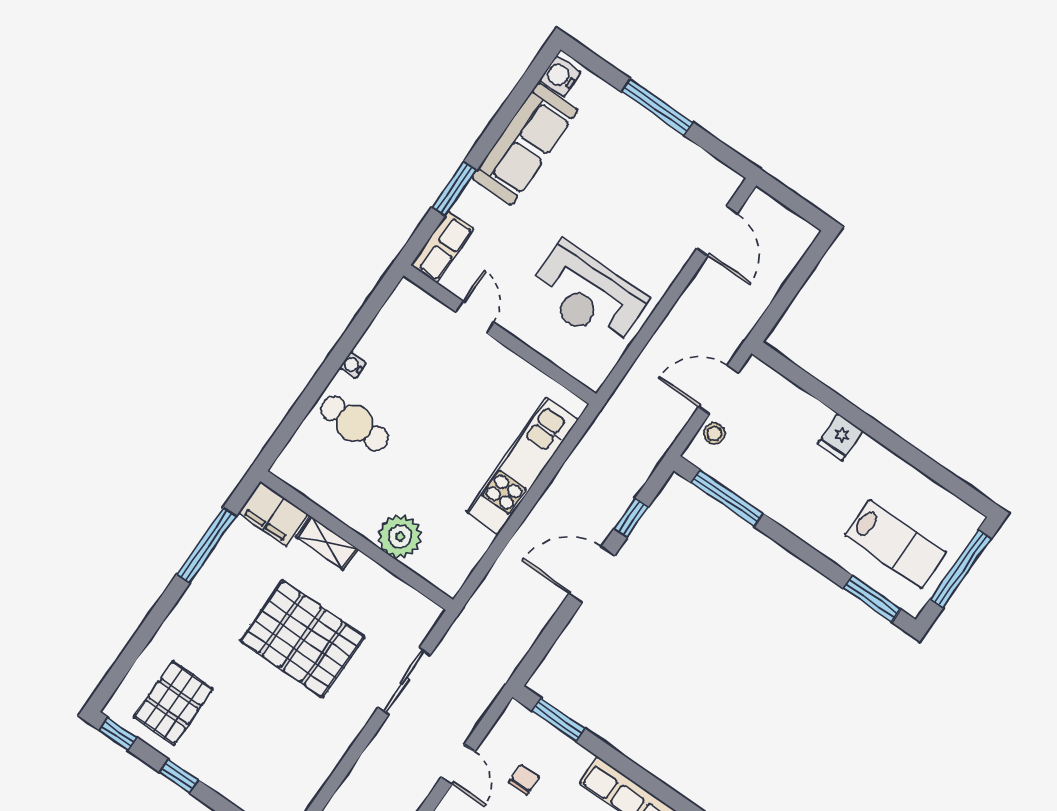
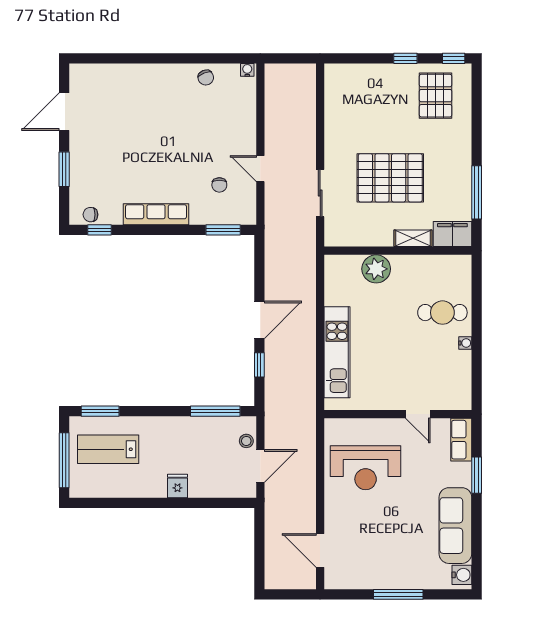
reception desk: (587, 295) -> (366, 468), turned 180

